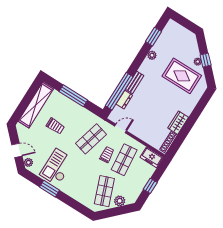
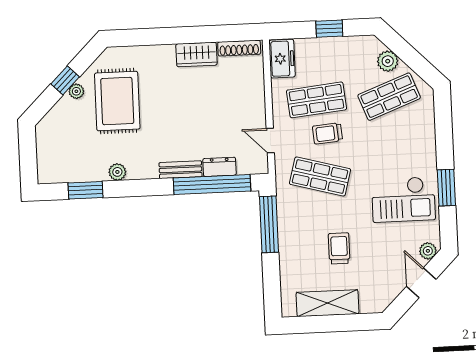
window: (73, 96) -> (269, 224), moved
shelving: (36, 105) -> (327, 303), width x0.68

